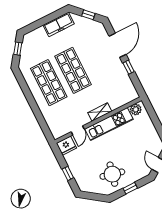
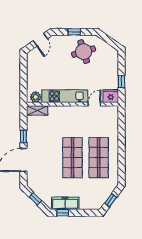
window: (56, 15) -> (63, 213), added
shelving: (100, 112) -> (37, 110), moved
window: (68, 173) -> (122, 82), moved
round table: (112, 174) -> (84, 52), turned -30

